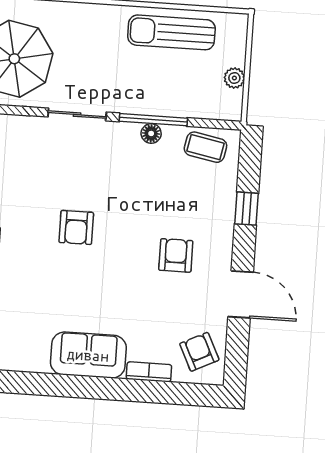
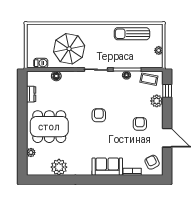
plant: (221, 202) -> (157, 101), added
window: (246, 209) -> (167, 91), moved
armchair: (76, 227) -> (99, 115), turned 180

